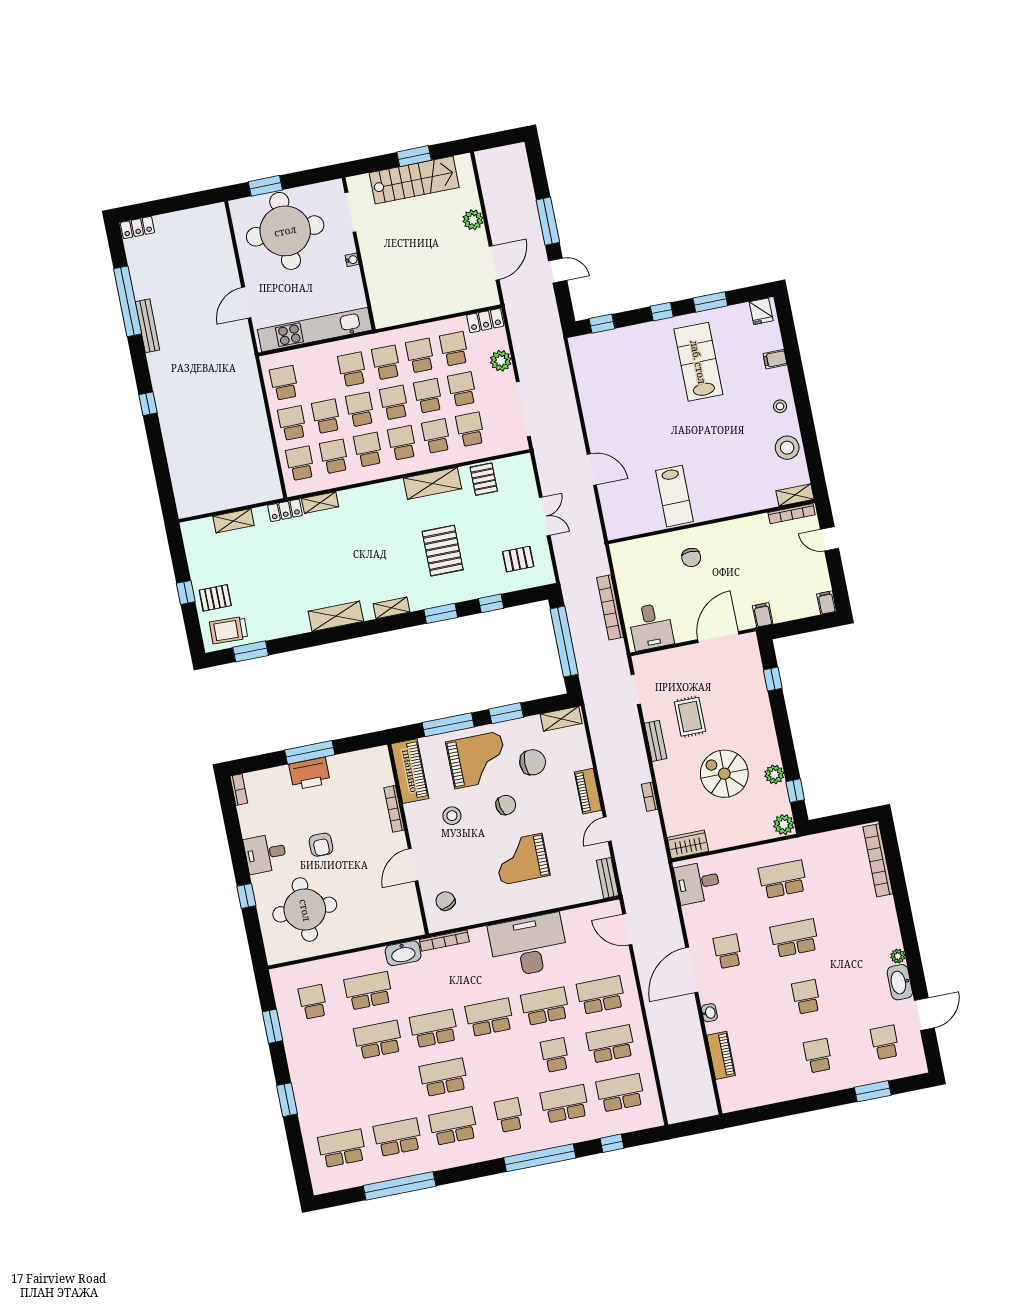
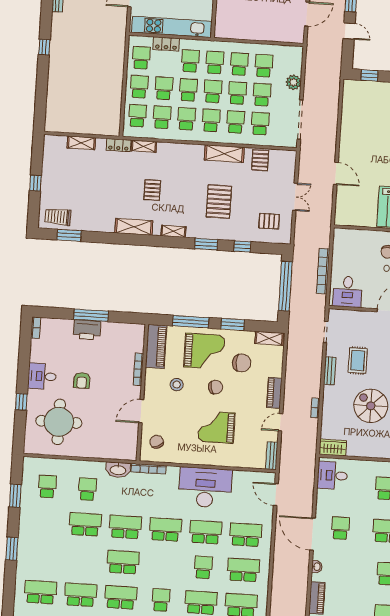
locker: (485, 321) -> (166, 44), moved
pallet: (215, 598) -> (152, 190), moved, turned 90
door: (692, 970) -> (313, 534), hinge flipped
school desk: (368, 991) -> (87, 489), width x0.54

